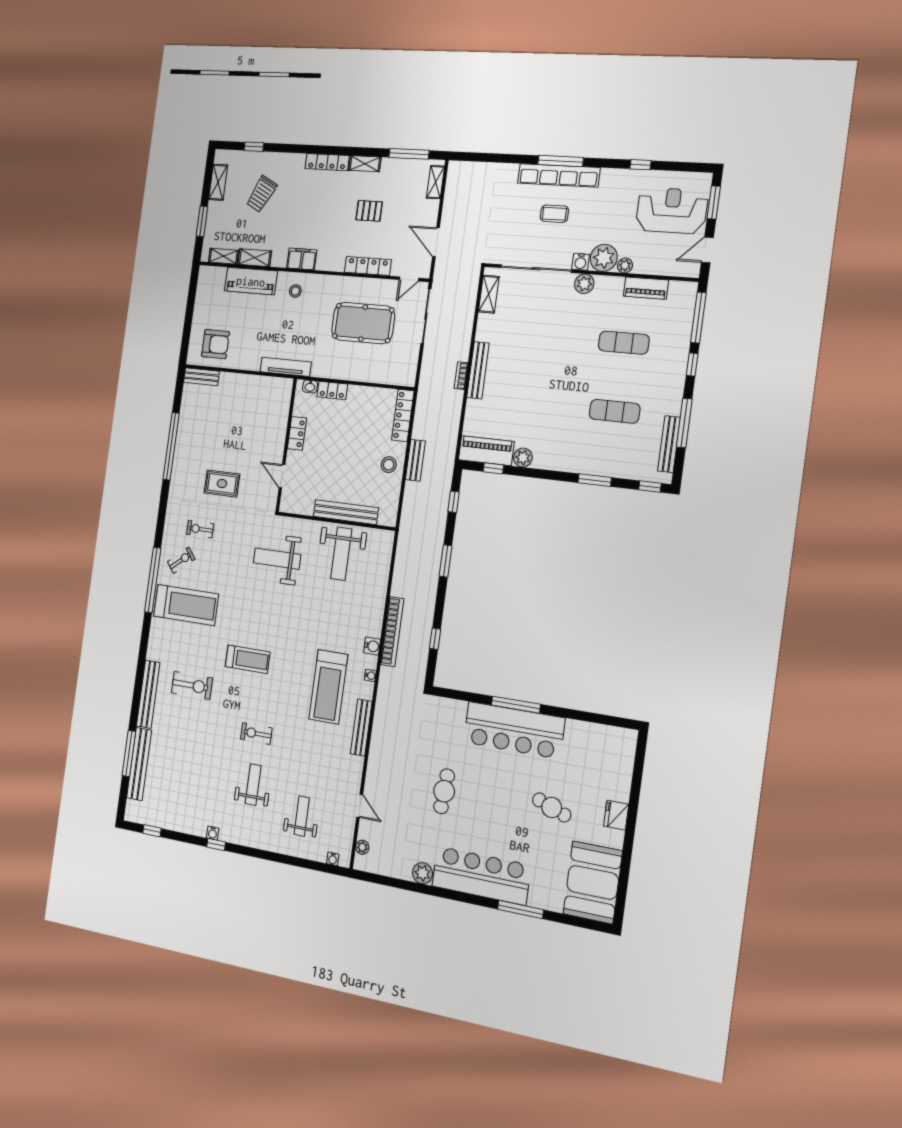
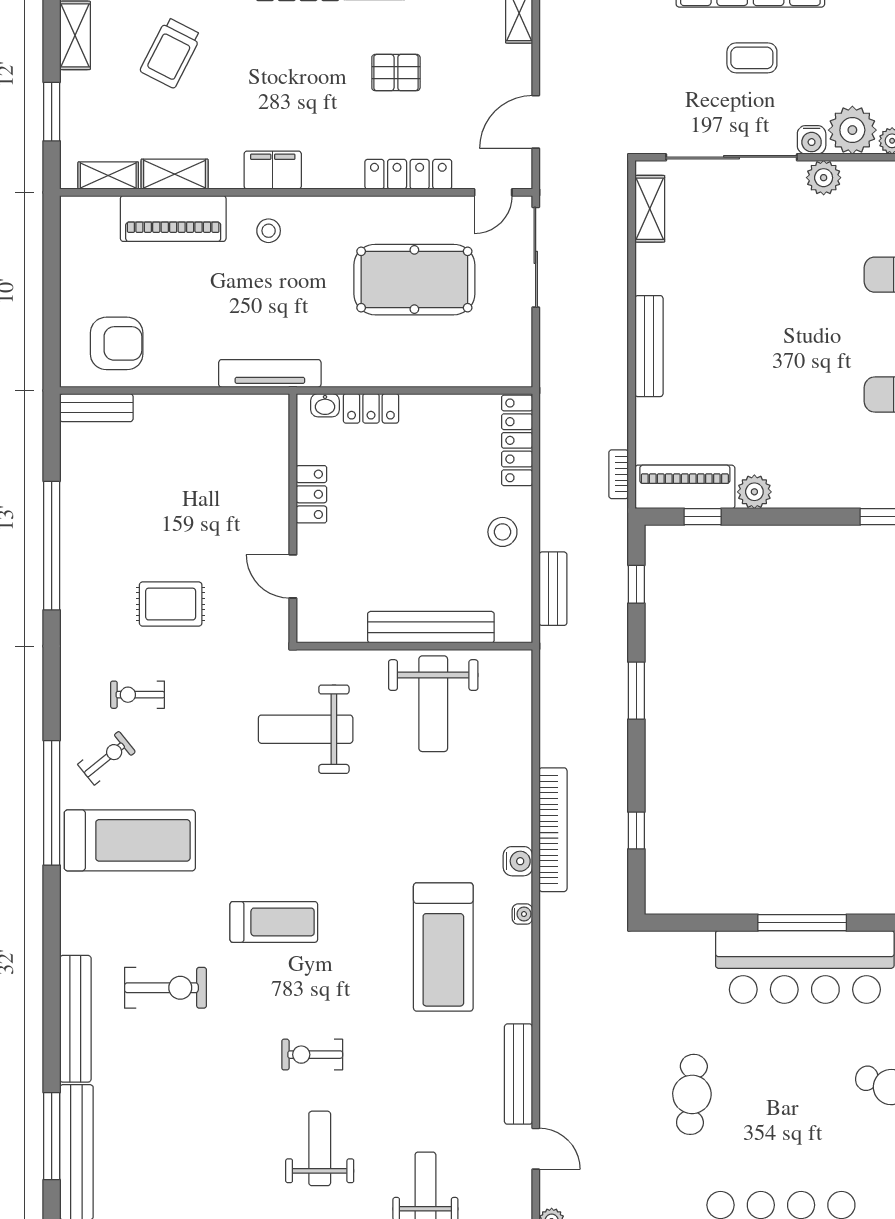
door: (436, 242) -> (536, 122), hinge flipped
bookcase: (461, 376) -> (619, 474), moved
bench: (415, 460) -> (553, 589), moved
bench: (361, 728) -> (518, 1074), moved

